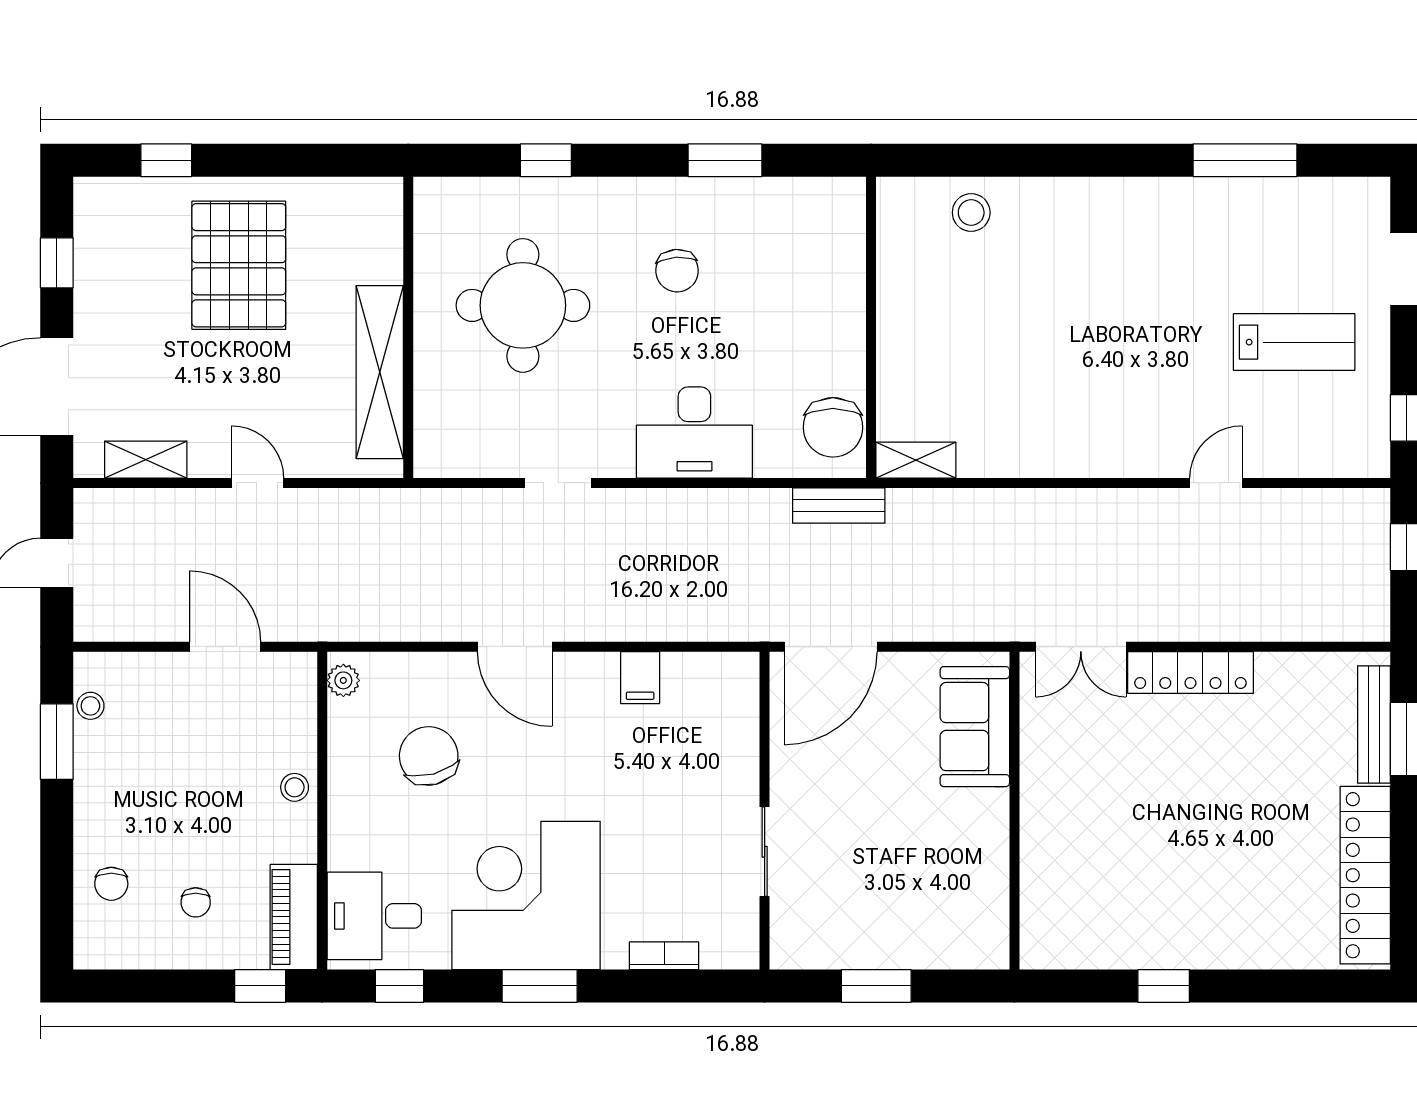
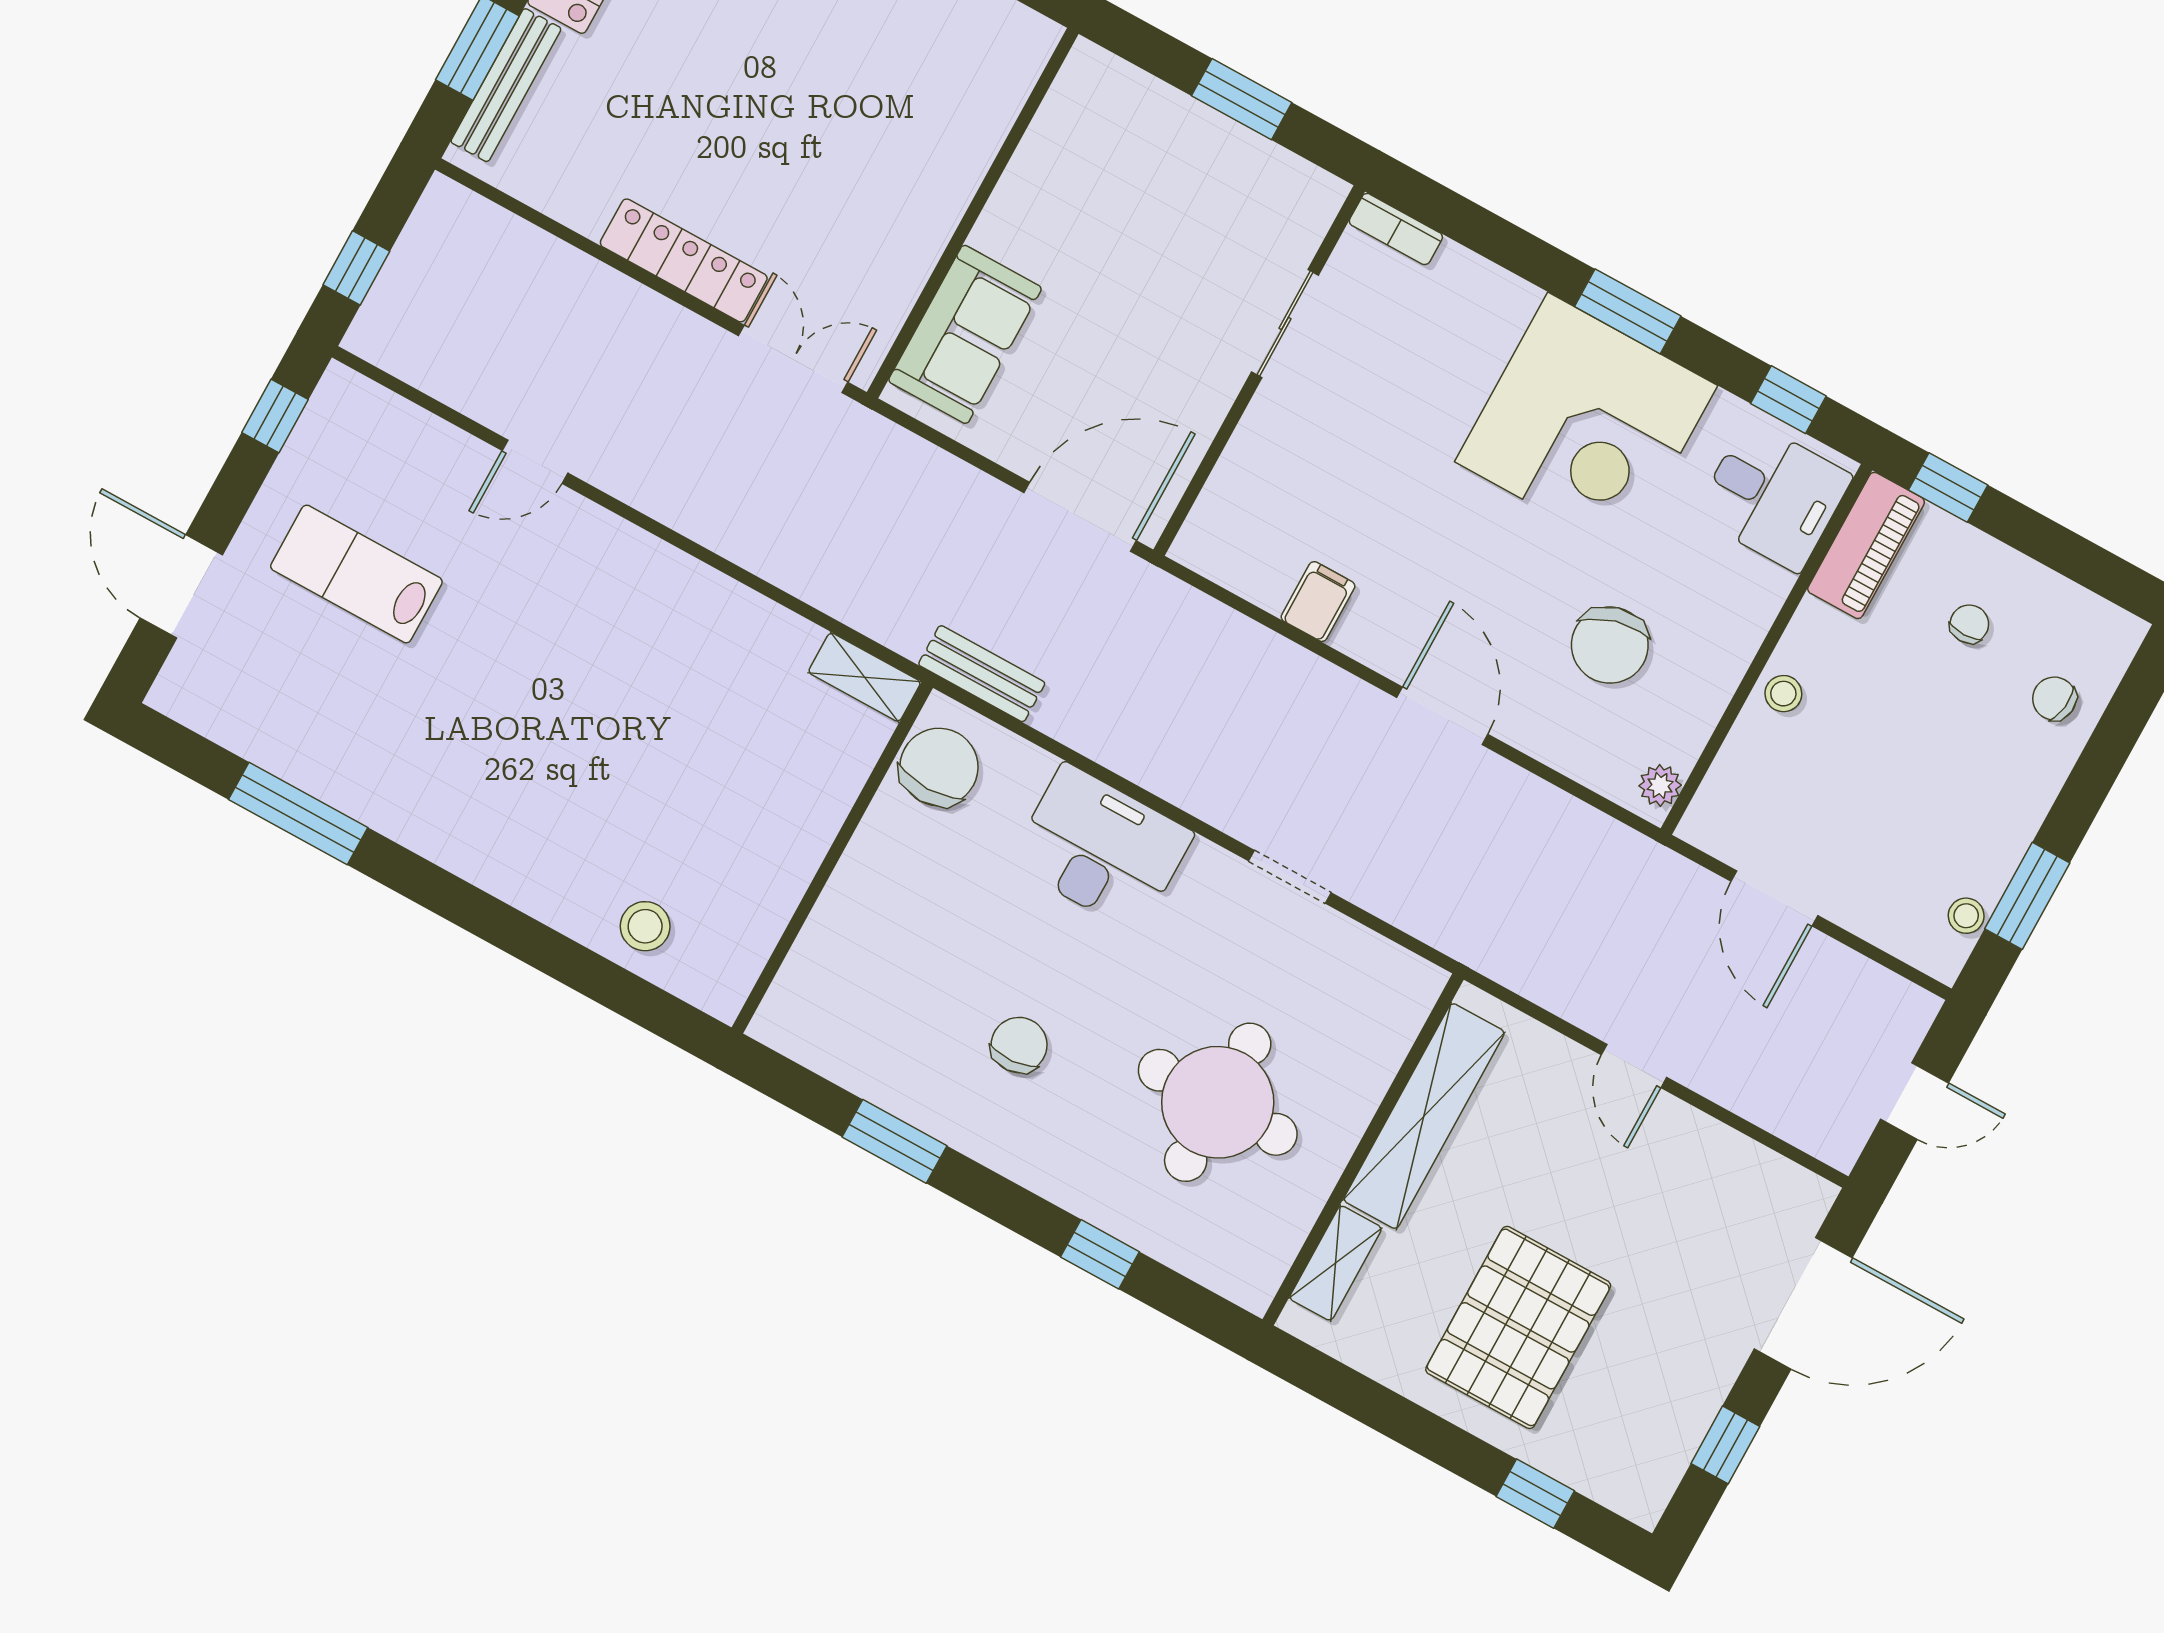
shelving: (146, 460) -> (1336, 1263), moved, turned 90
chair: (111, 884) -> (2054, 699), turned -83
bookcase: (664, 956) -> (1396, 229), moved

